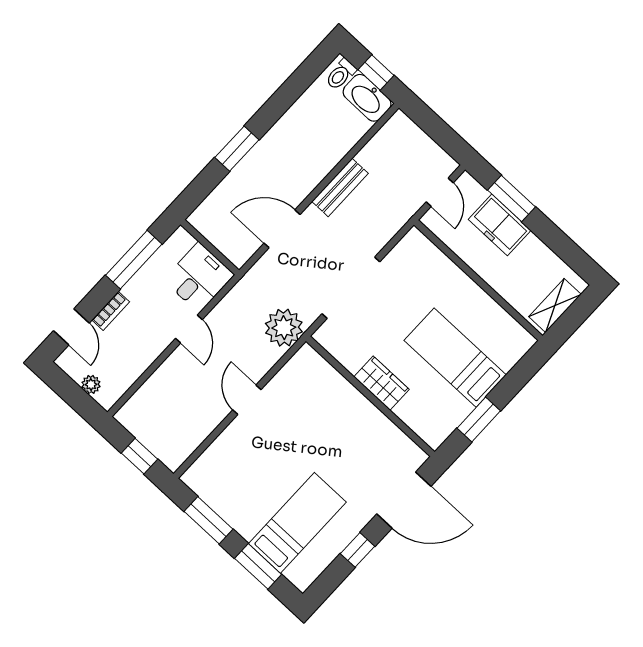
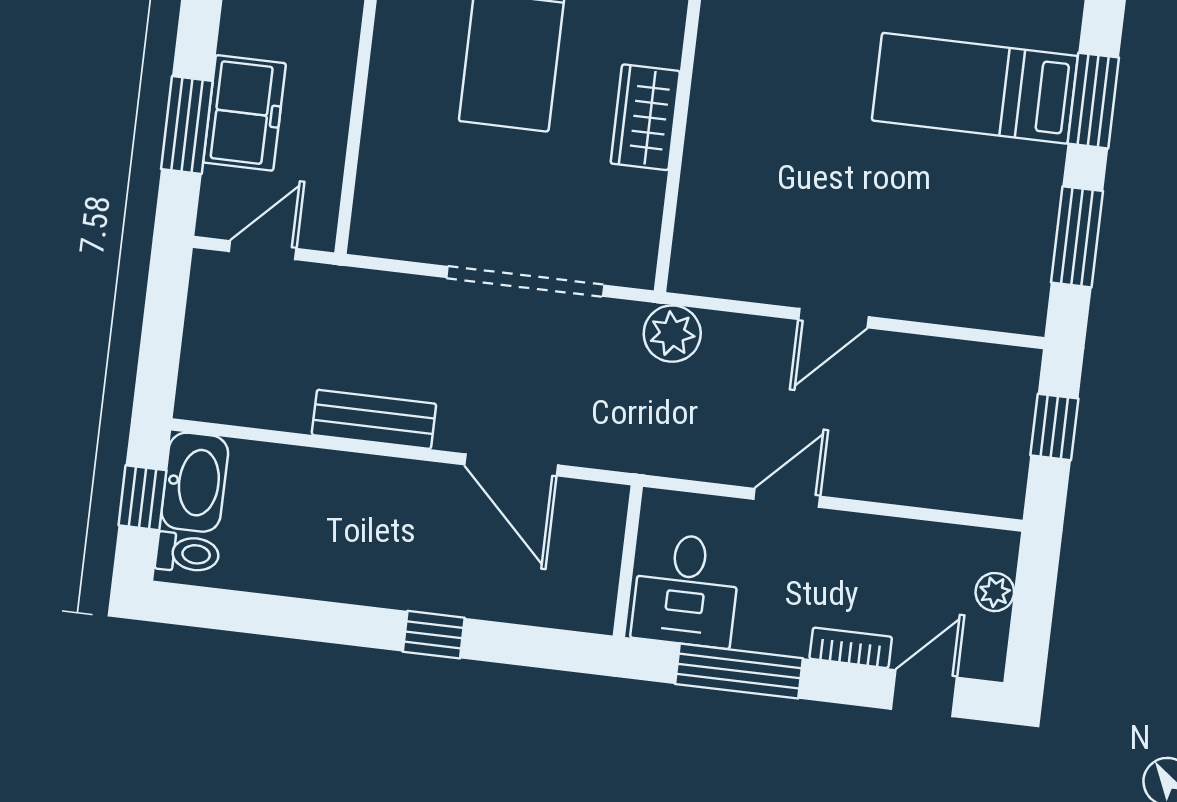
window: (237, 149) -> (434, 635), width x0.67
desk: (199, 277) -> (686, 590), moved, turned -90
plant: (284, 328) -> (672, 334), width x0.73, depth x0.73

